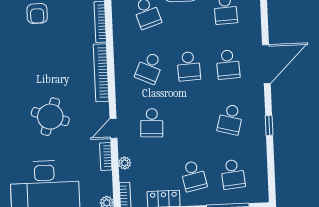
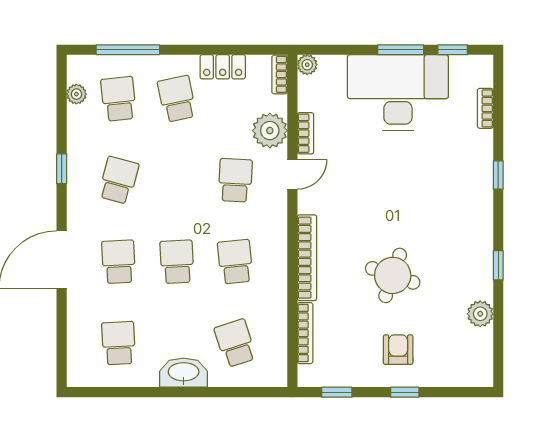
school desk: (149, 68) -> (235, 262), turned -30
round table: (50, 117) -> (393, 275), moved
plant: (125, 163) -> (270, 131), width x1.88, depth x1.88
plant: (261, 176) -> (76, 94), added

